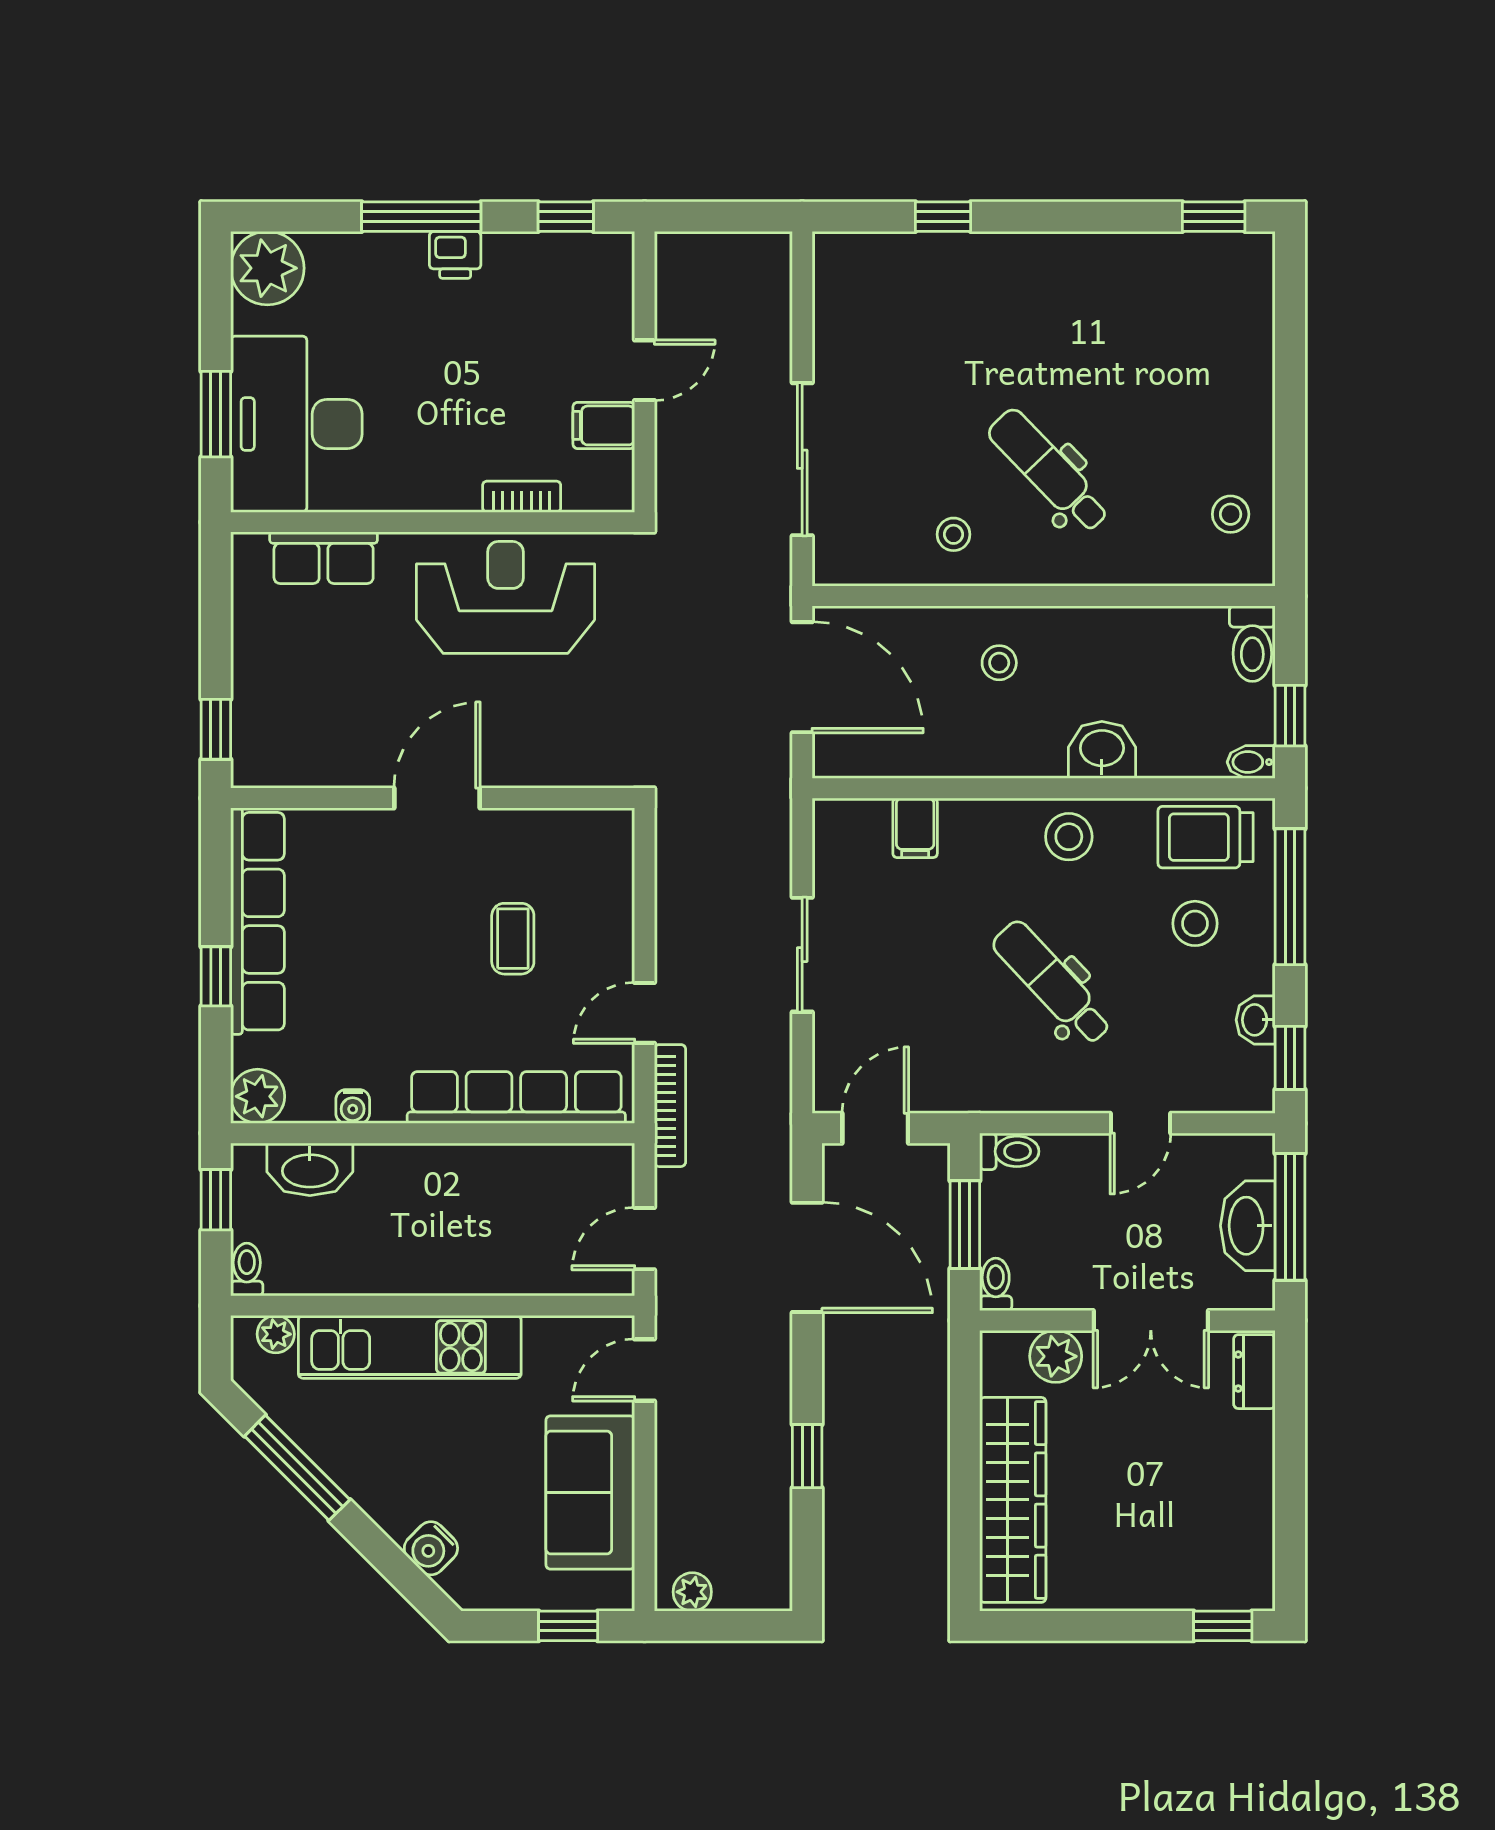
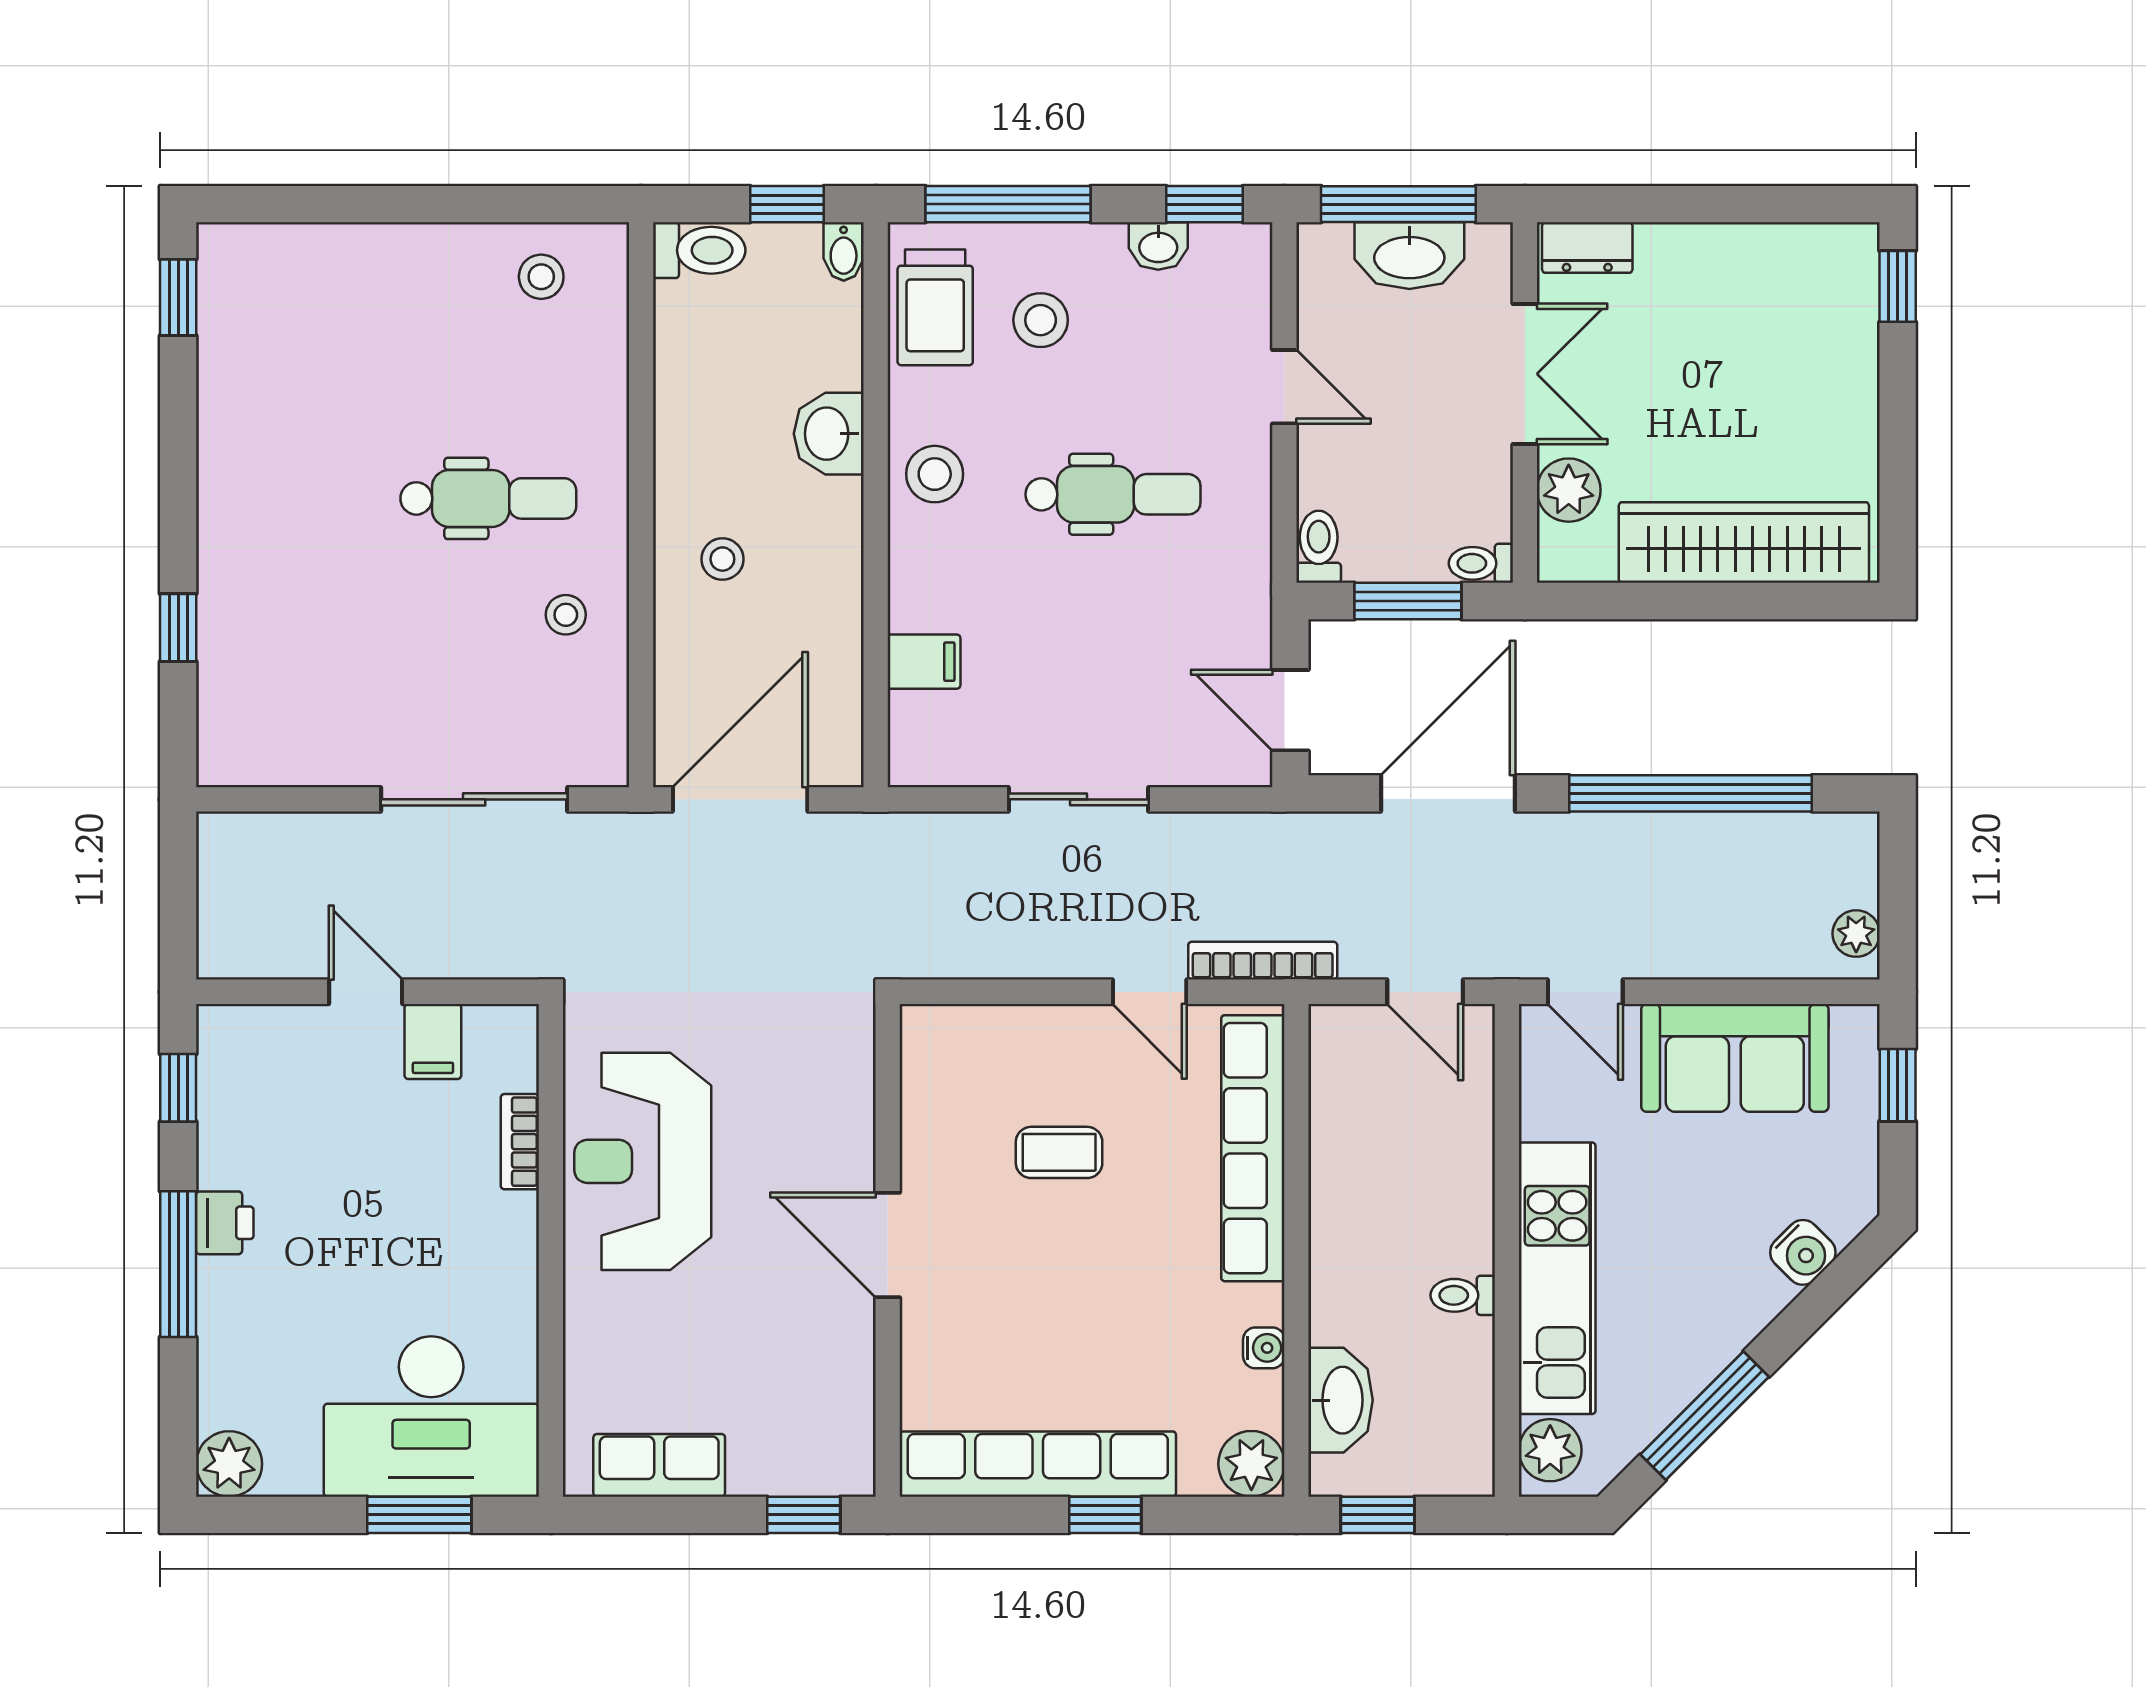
plant: (267, 268) -> (229, 1464), width x0.73, depth x0.73
dental chair: (1049, 471) -> (488, 498), turned -136
row of seats: (324, 558) -> (659, 1465), moved, turned -90
dental chair: (1052, 983) -> (1113, 494), turned -137
toilet: (247, 1269) -> (1463, 1295), moved
plant: (276, 1334) -> (1550, 1450), width x1.38, depth x1.38
window: (807, 1456) -> (1690, 793), width x3.17

